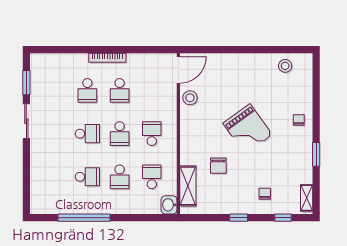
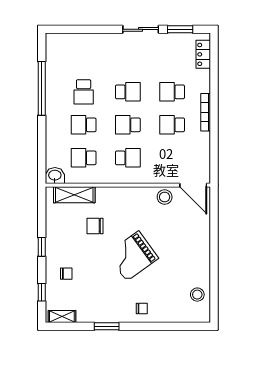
locker: (51, 60) -> (203, 54), added
school desk: (87, 134) -> (128, 92), turned -90
school desk: (152, 177) -> (84, 158), turned 180

